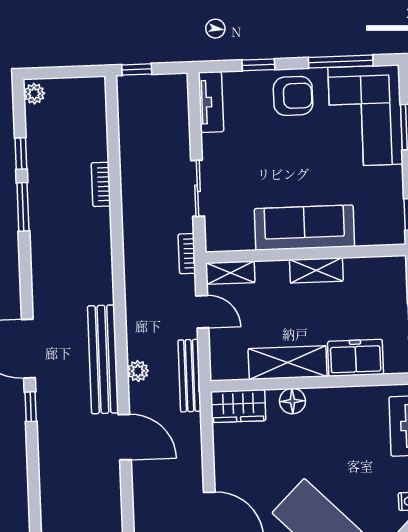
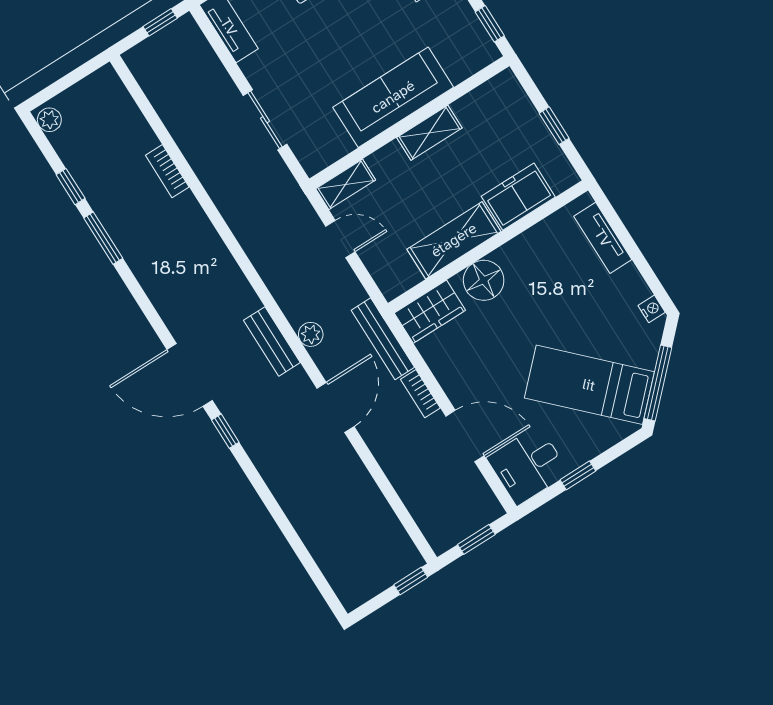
window: (137, 69) -> (160, 22), moved
bookcase: (187, 254) -> (420, 394), moved
bench: (103, 359) -> (272, 341), width x0.54, depth x0.82
bench: (189, 376) -> (383, 339), moved
floor lamp: (292, 401) -> (484, 280), width x1.38, depth x1.38
door: (125, 437) -> (335, 407), hinge flipped

